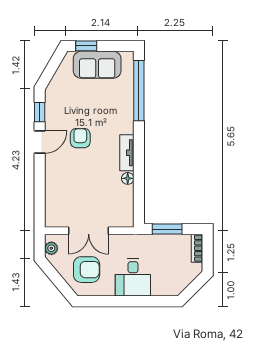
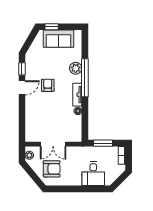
window: (139, 91) -> (85, 78), moved
plant: (124, 111) -> (76, 68), added
desk: (133, 277) -> (93, 174), moved

